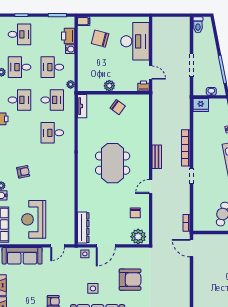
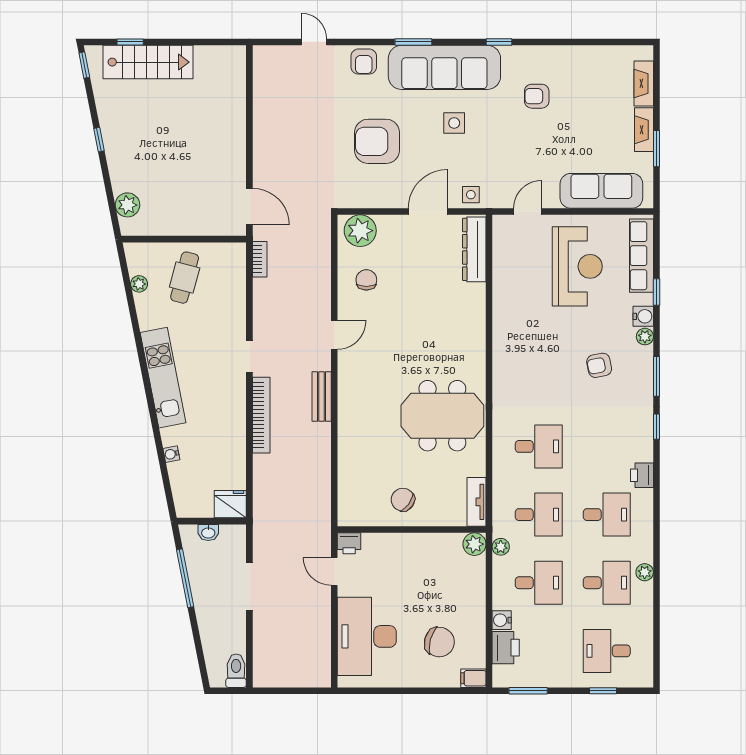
plant: (109, 86) -> (474, 544), moved
desk: (19, 100) -> (607, 515), turned 180
desk: (52, 100) -> (539, 515), turned 180
meeting table: (113, 163) -> (442, 416), moved, turned 90

